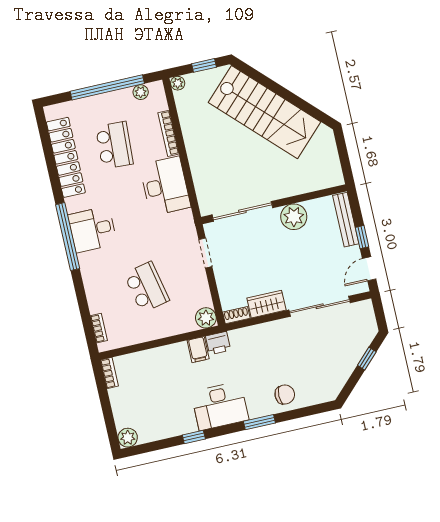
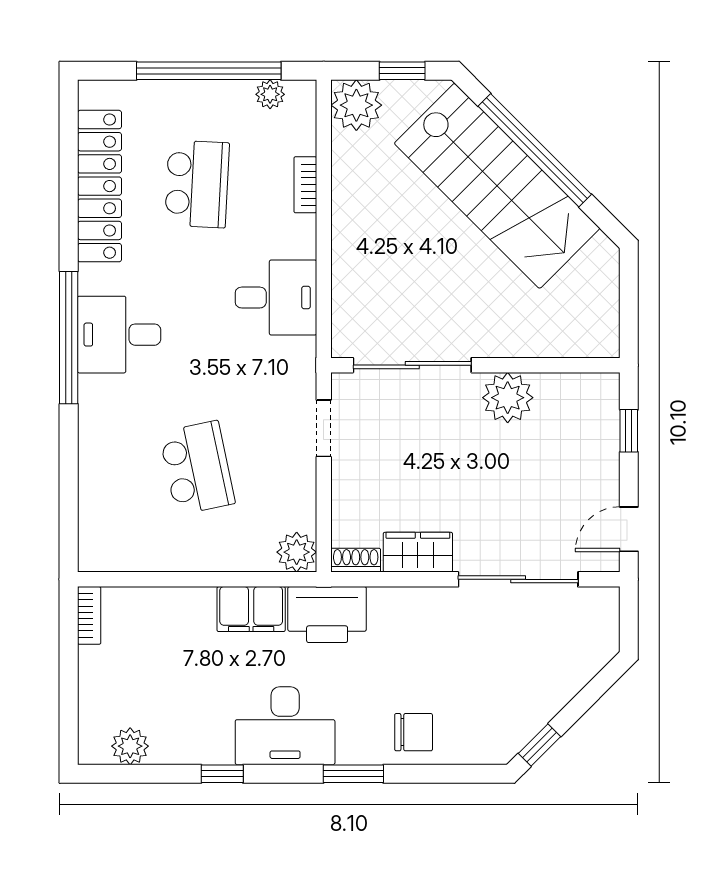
plant: (178, 83) -> (356, 105), width x1.87, depth x1.87
window: (279, 90) -> (535, 150), added
bookcase: (169, 133) -> (305, 185), width x0.64
desk: (165, 186) -> (276, 298), width x0.73
bench: (346, 220) -> (605, 426), removed
window: (362, 237) -> (629, 431), moved
bookcase: (99, 328) -> (89, 525), removed
printer: (218, 343) -> (327, 615), width x1.87, depth x1.48
filing cabinet: (198, 350) -> (251, 609), width x2.00
window: (367, 359) -> (540, 745), moved
plant: (128, 438) -> (130, 746), moved

